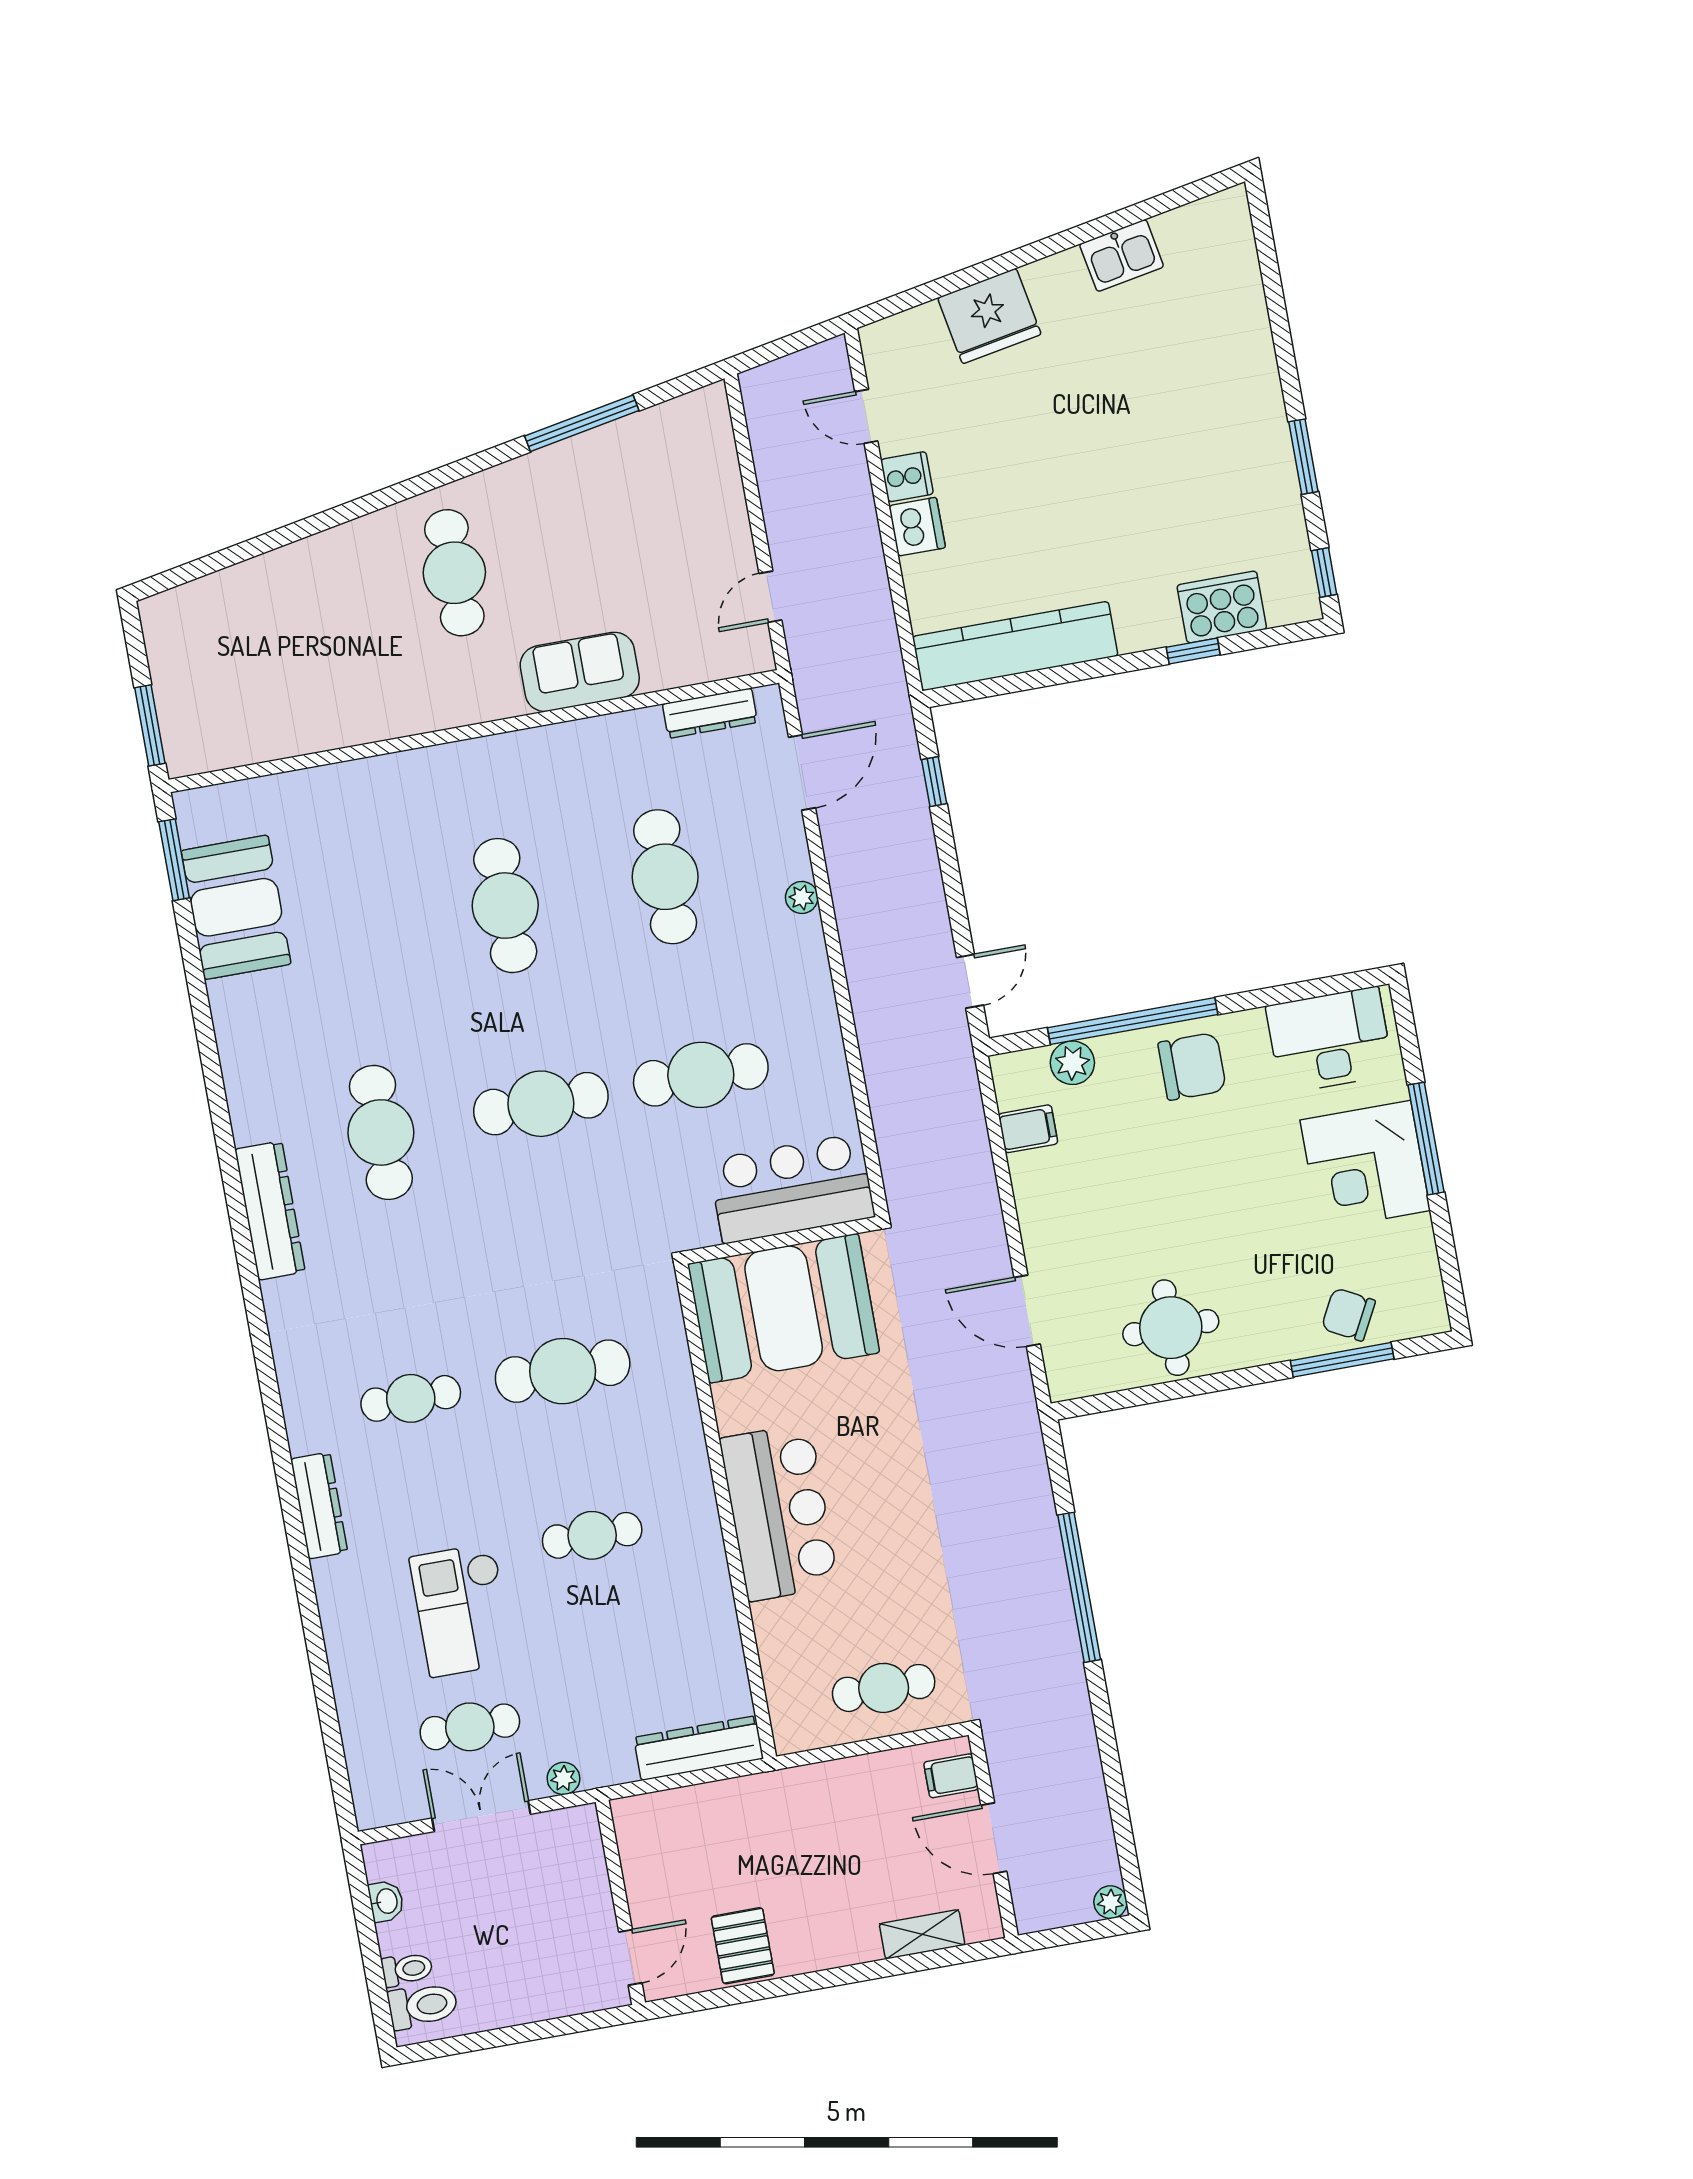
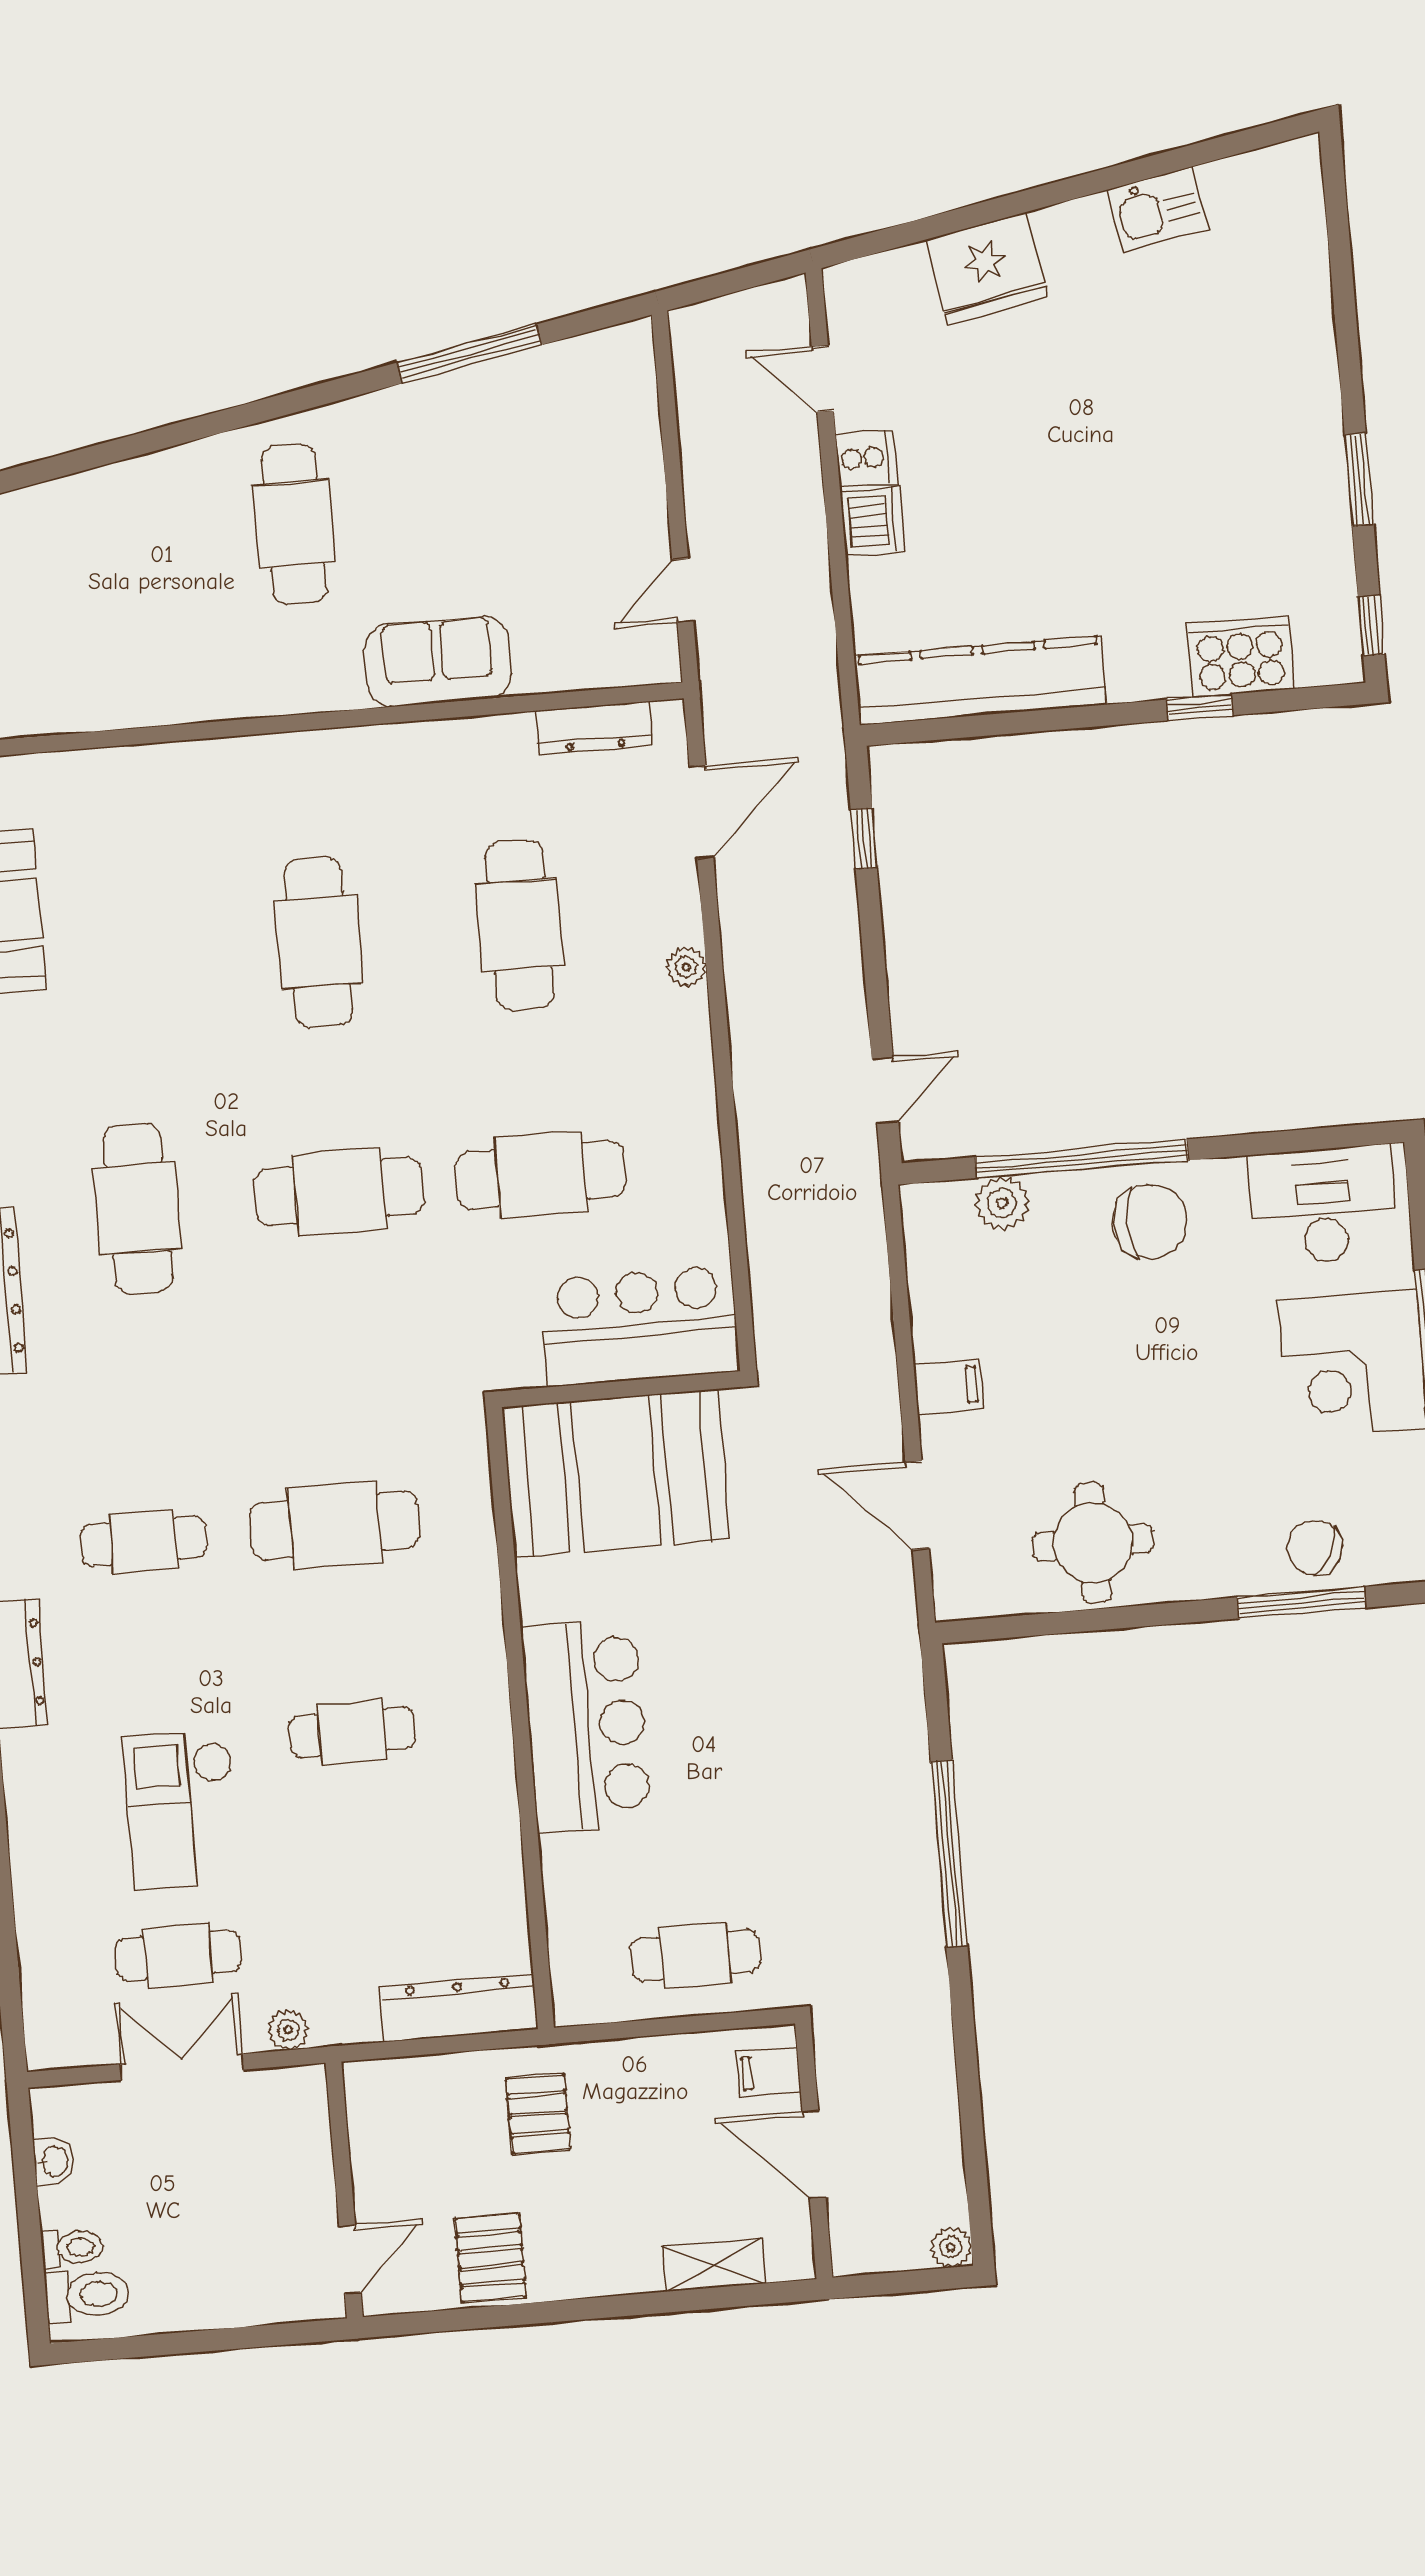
filing cabinet: (1028, 1129) -> (949, 1387), moved
pallet: (770, 1827) -> (538, 2114), added

